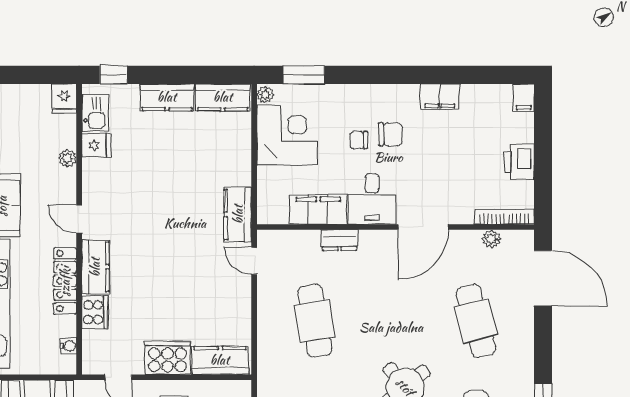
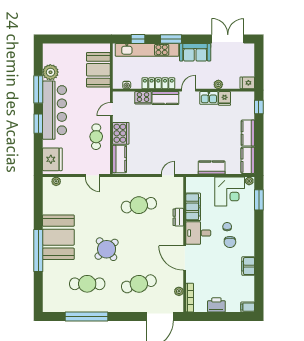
kitchen sink: (95, 113) -> (209, 98), moved
kitchen counter: (238, 214) -> (212, 168), moved

